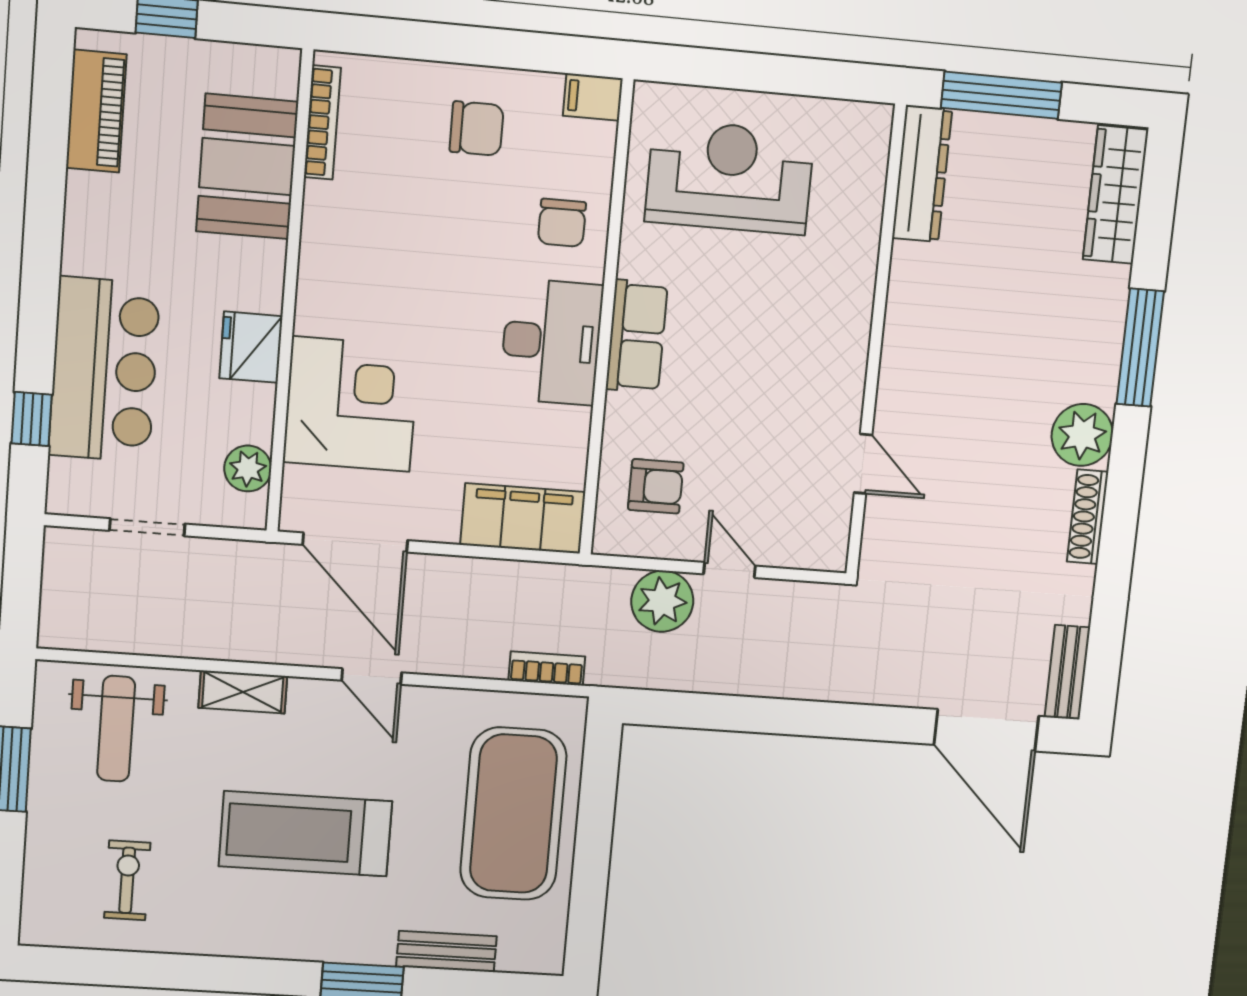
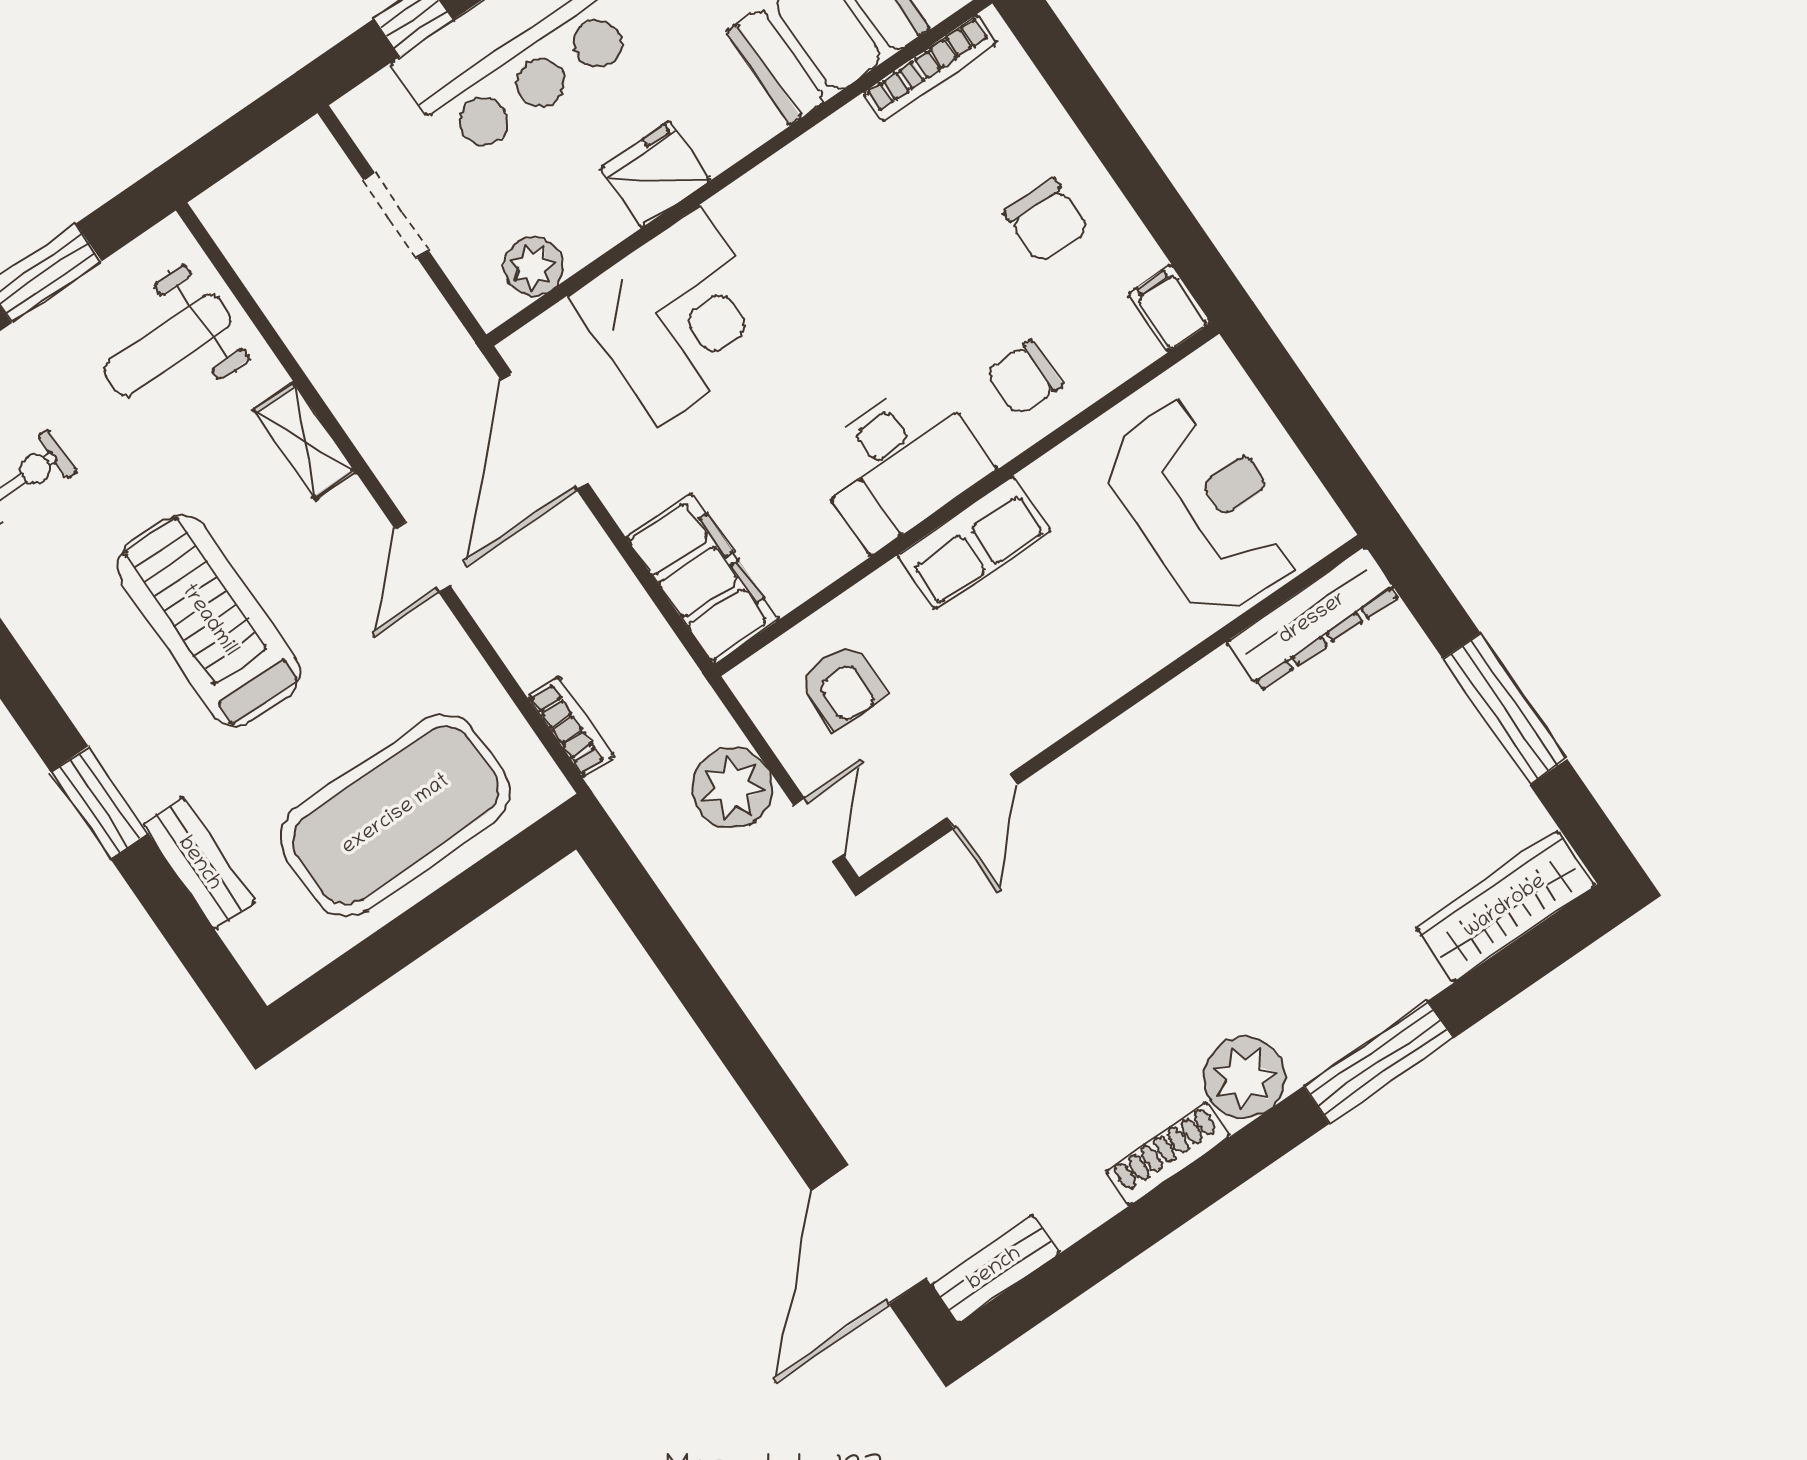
dresser: (922, 174) -> (1313, 619), moved
wall: (876, 342) -> (1112, 712), moved
door: (863, 464) -> (982, 801), moved

